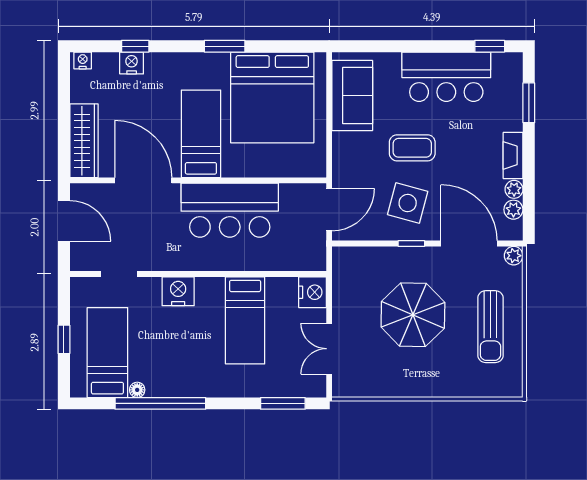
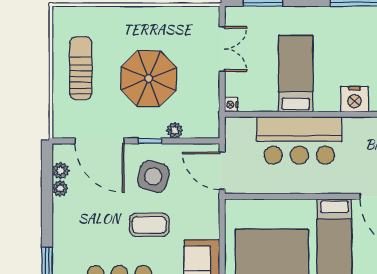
fireplace: (513, 155) -> (61, 218), removed
bar counter: (230, 210) -> (299, 140), moved, turned 180
door: (329, 210) -> (222, 171), hinge flipped
plant: (514, 256) -> (175, 130), moved
nightstand: (313, 292) -> (231, 105), width x0.53, depth x0.56

